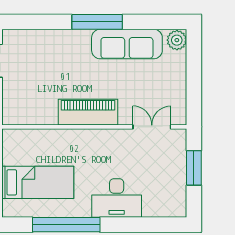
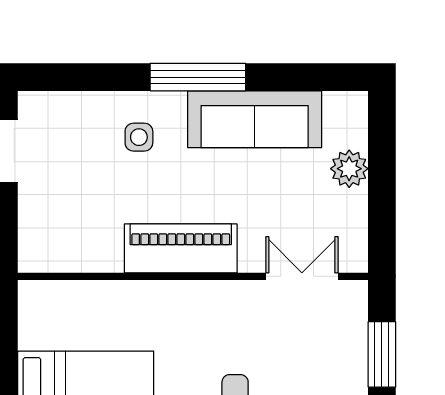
plant: (177, 40) -> (349, 169), moved
side table: (66, 53) -> (139, 137), added

